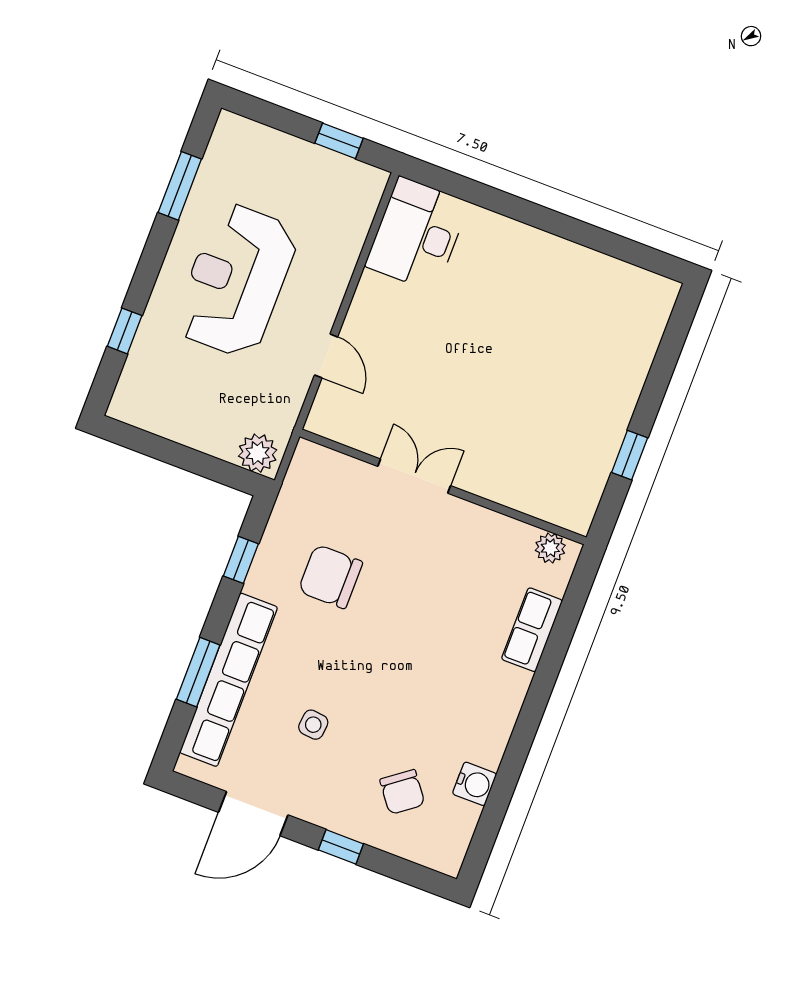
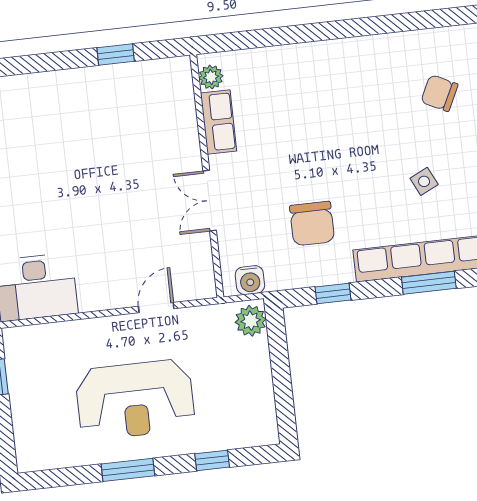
window: (180, 186) -> (128, 470), moved
row of seats: (532, 630) -> (219, 122), moved, turned -90
side table: (313, 725) -> (424, 181), turned -32
water cooler: (475, 784) -> (250, 280), moved, turned 180
chair: (402, 792) -> (439, 93), turned -117

